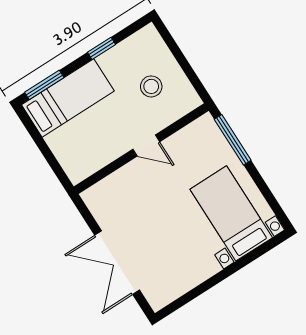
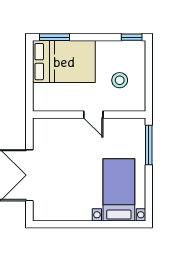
window: (101, 48) -> (132, 37), moved
bed: (68, 98) -> (64, 62), width x1.50

